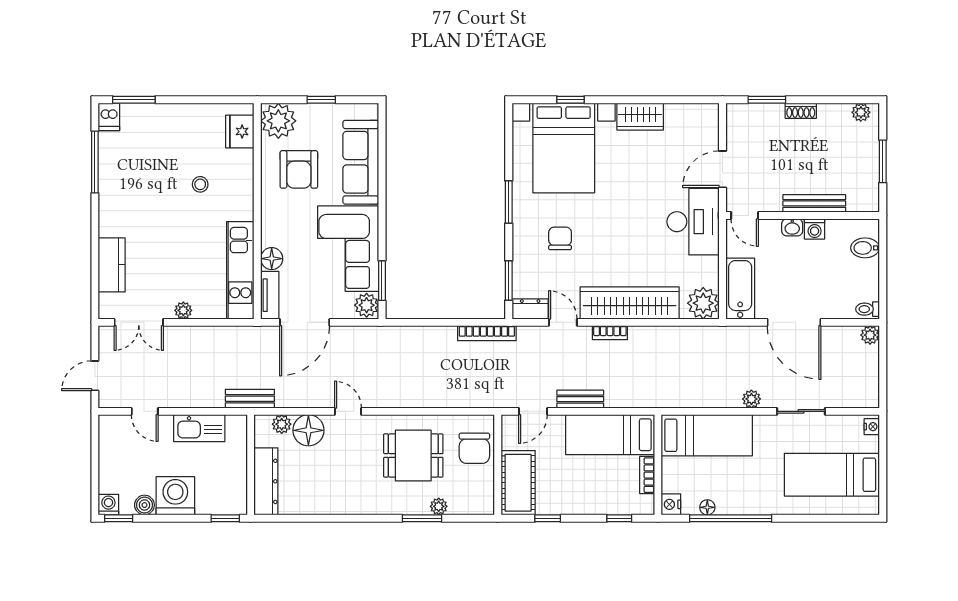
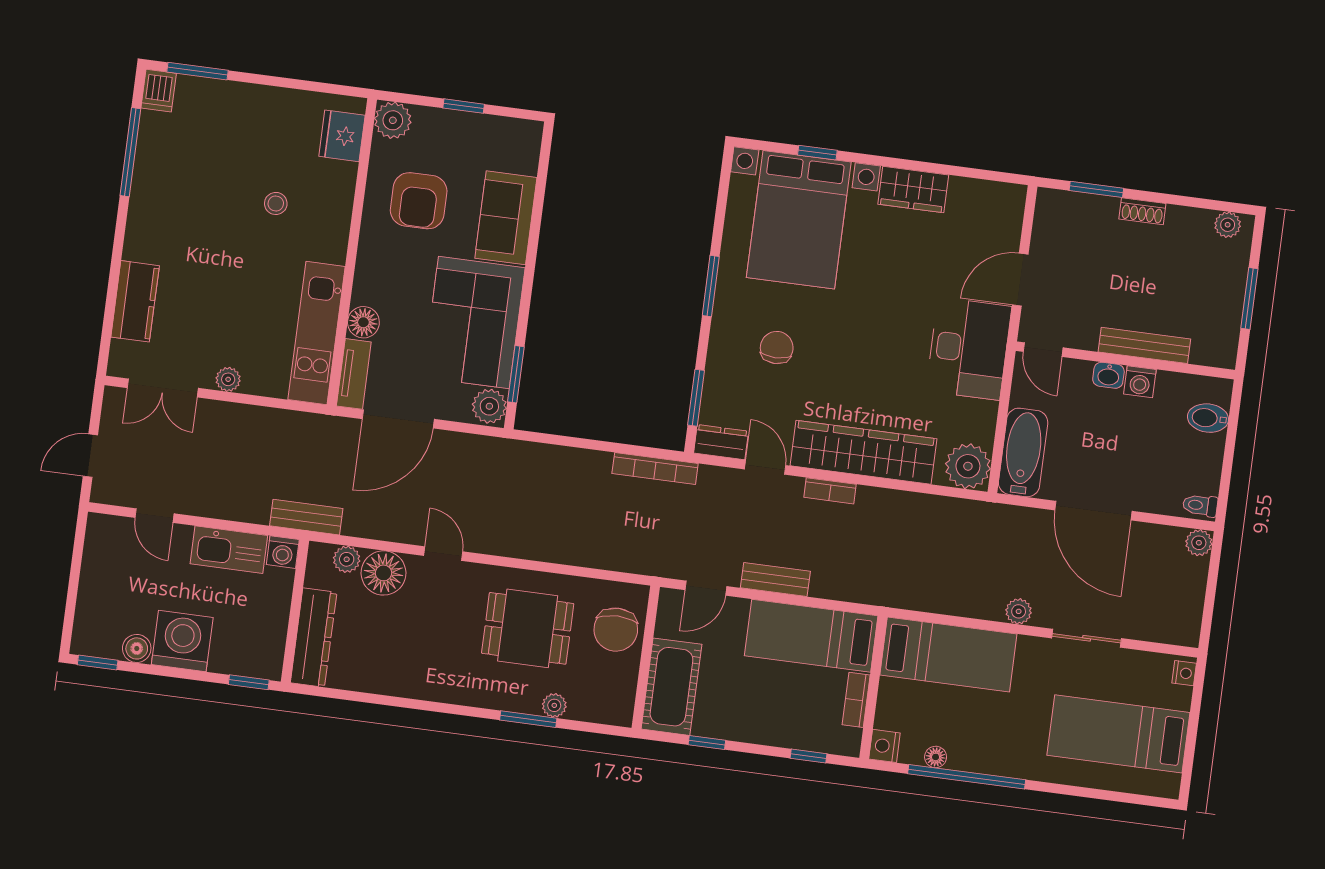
plant: (278, 121) -> (393, 120), width x0.73, depth x0.73
sofa: (361, 162) -> (506, 218), width x0.73
washing machine: (108, 505) -> (283, 552), moved, turned 180

